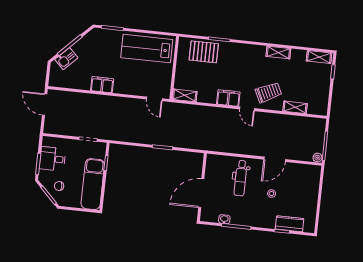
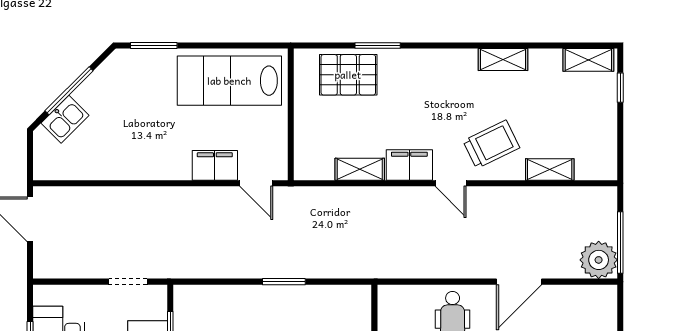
filing cabinet: (102, 85) -> (215, 165), moved
shelving: (185, 95) -> (360, 169), moved
plant: (317, 158) -> (599, 260), width x1.88, depth x1.88

